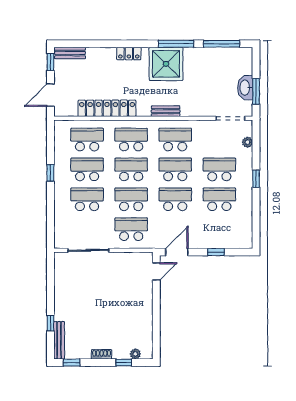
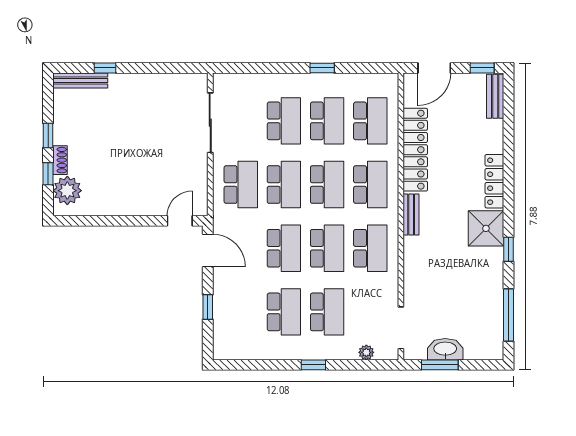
window: (176, 44) -> (508, 249), width x0.46
locker: (129, 54) -> (494, 181), width x1.53
shower: (166, 64) -> (486, 228), width x0.73, depth x0.73
door: (50, 95) -> (434, 68), swing flipped
bench: (166, 111) -> (411, 214), moved
door: (156, 271) -> (180, 221), swing flipped
shoe rack: (102, 354) -> (60, 160), moved
plant: (135, 354) -> (67, 191), width x1.88, depth x1.88
window: (72, 363) -> (48, 136), moved

